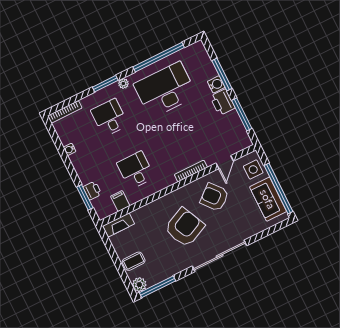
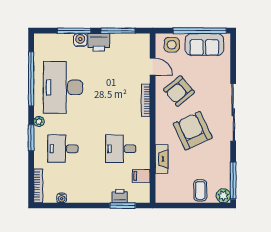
water cooler: (70, 149) -> (62, 198), moved
fireplace: (119, 225) -> (162, 159), moved

